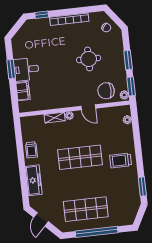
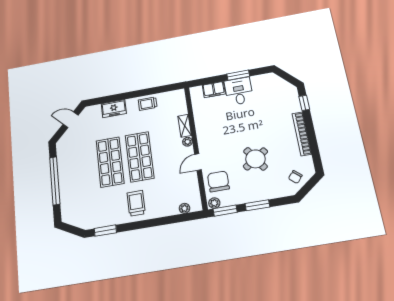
round table: (89, 59) -> (255, 159), turned -34
freezer: (34, 180) -> (114, 109), width x0.71
shop shelf: (86, 209) -> (110, 162), moved

